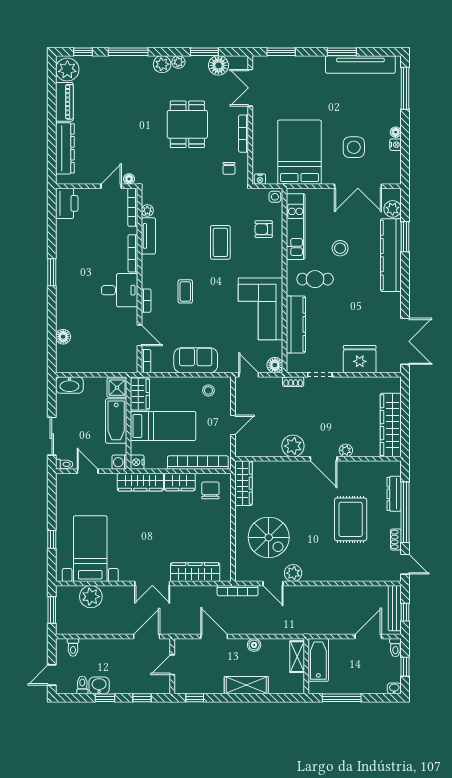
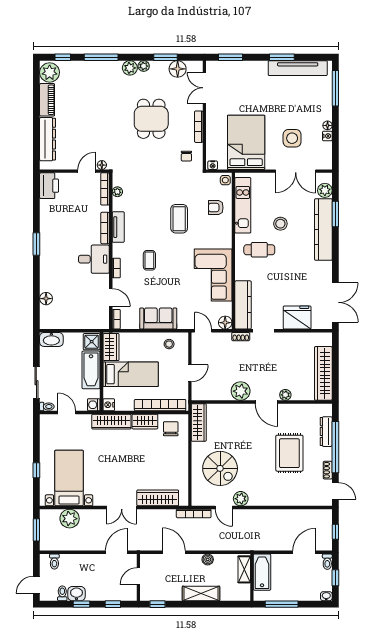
tv unit: (148, 236) -> (118, 227), moved
kitchen counter: (296, 324) -> (243, 305), moved
bench: (395, 608) -> (327, 528), removed

